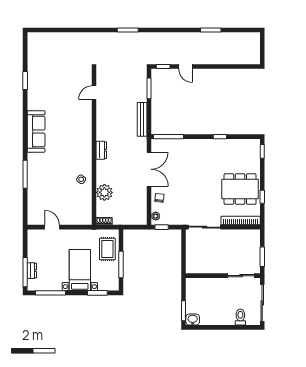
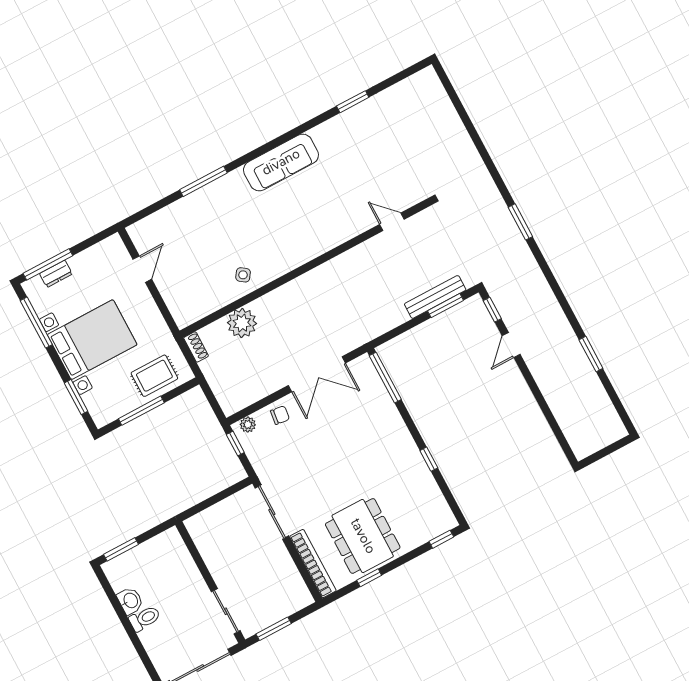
bench: (142, 119) -> (435, 297), moved
dresser: (101, 150) -> (306, 282), removed
bed with nightstands: (80, 270) -> (92, 340), width x1.36
toilet: (240, 317) -> (145, 618), moved
washbasin: (193, 320) -> (130, 601), moved

